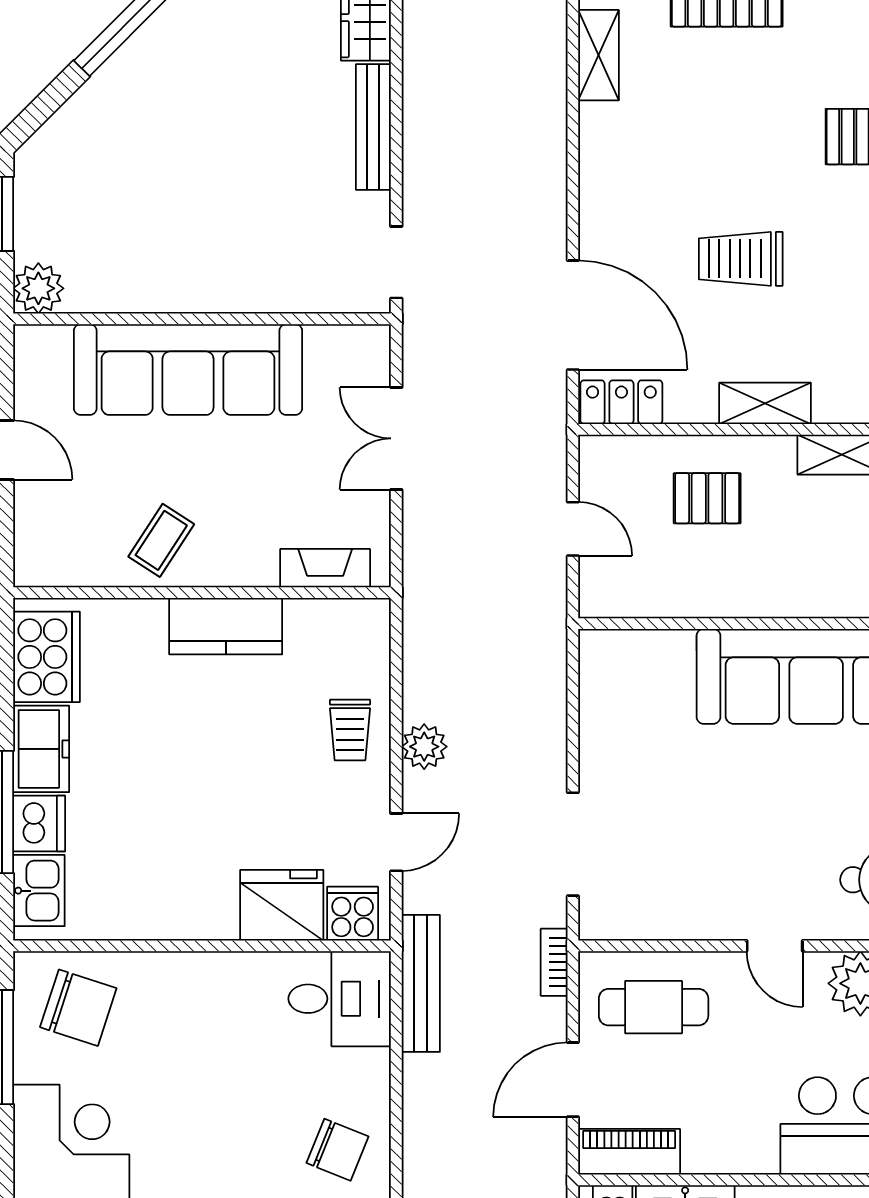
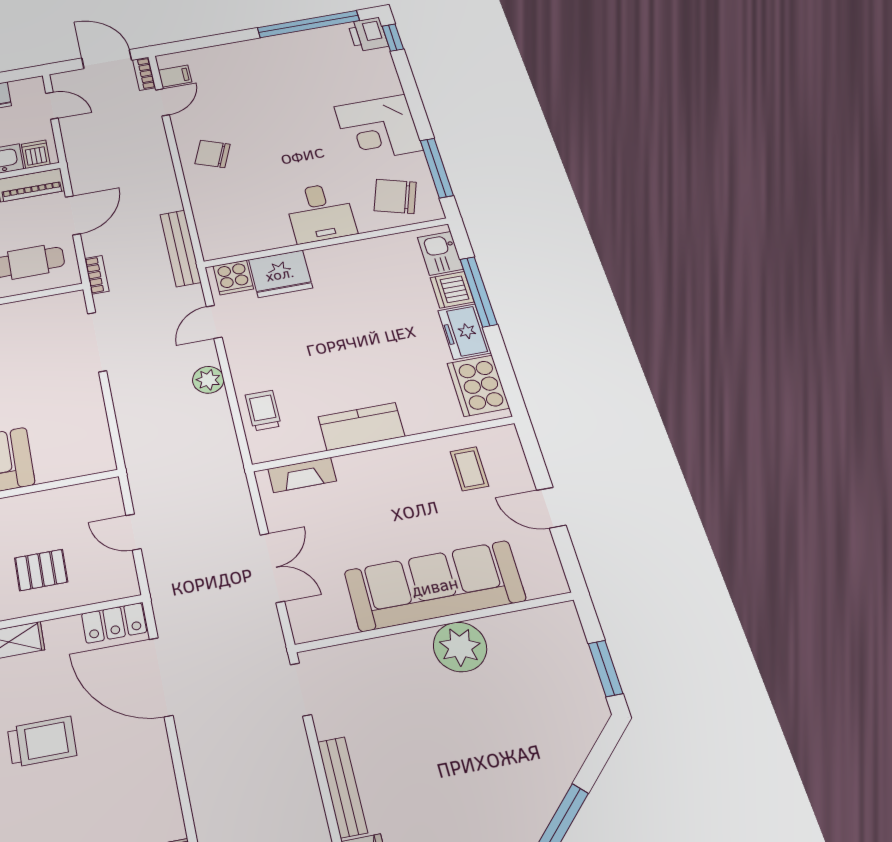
plant: (38, 288) -> (460, 647), moved, width x1.36, depth x1.36
coffee table: (161, 540) -> (469, 469), moved, turned -33
trolley: (350, 730) -> (263, 410), moved
desk: (340, 999) -> (320, 213), moved, turned -90

